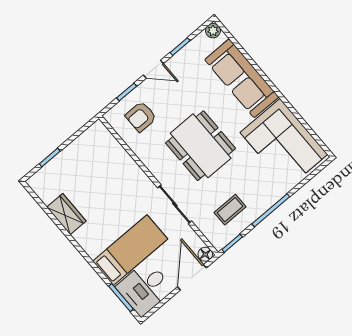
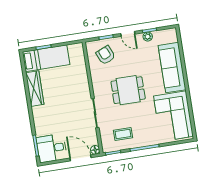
plant: (213, 31) -> (148, 37), moved
armchair: (141, 117) -> (106, 55), turned 67
dining table: (201, 146) -> (128, 90), width x0.73
wardrobe: (66, 214) -> (35, 89), width x1.50
bed: (130, 250) -> (46, 58), moved
door: (192, 277) -> (80, 158), hinge flipped

